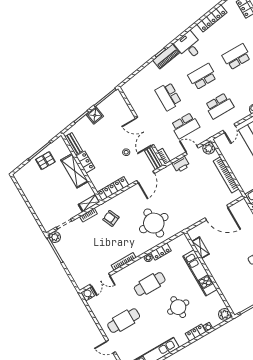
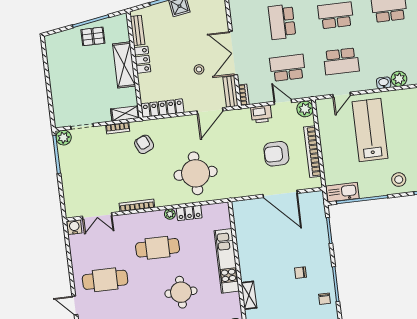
school desk: (185, 126) -> (288, 68), turned 180
armchair: (202, 187) -> (276, 154), added
shelving: (200, 248) -> (249, 295), moved

